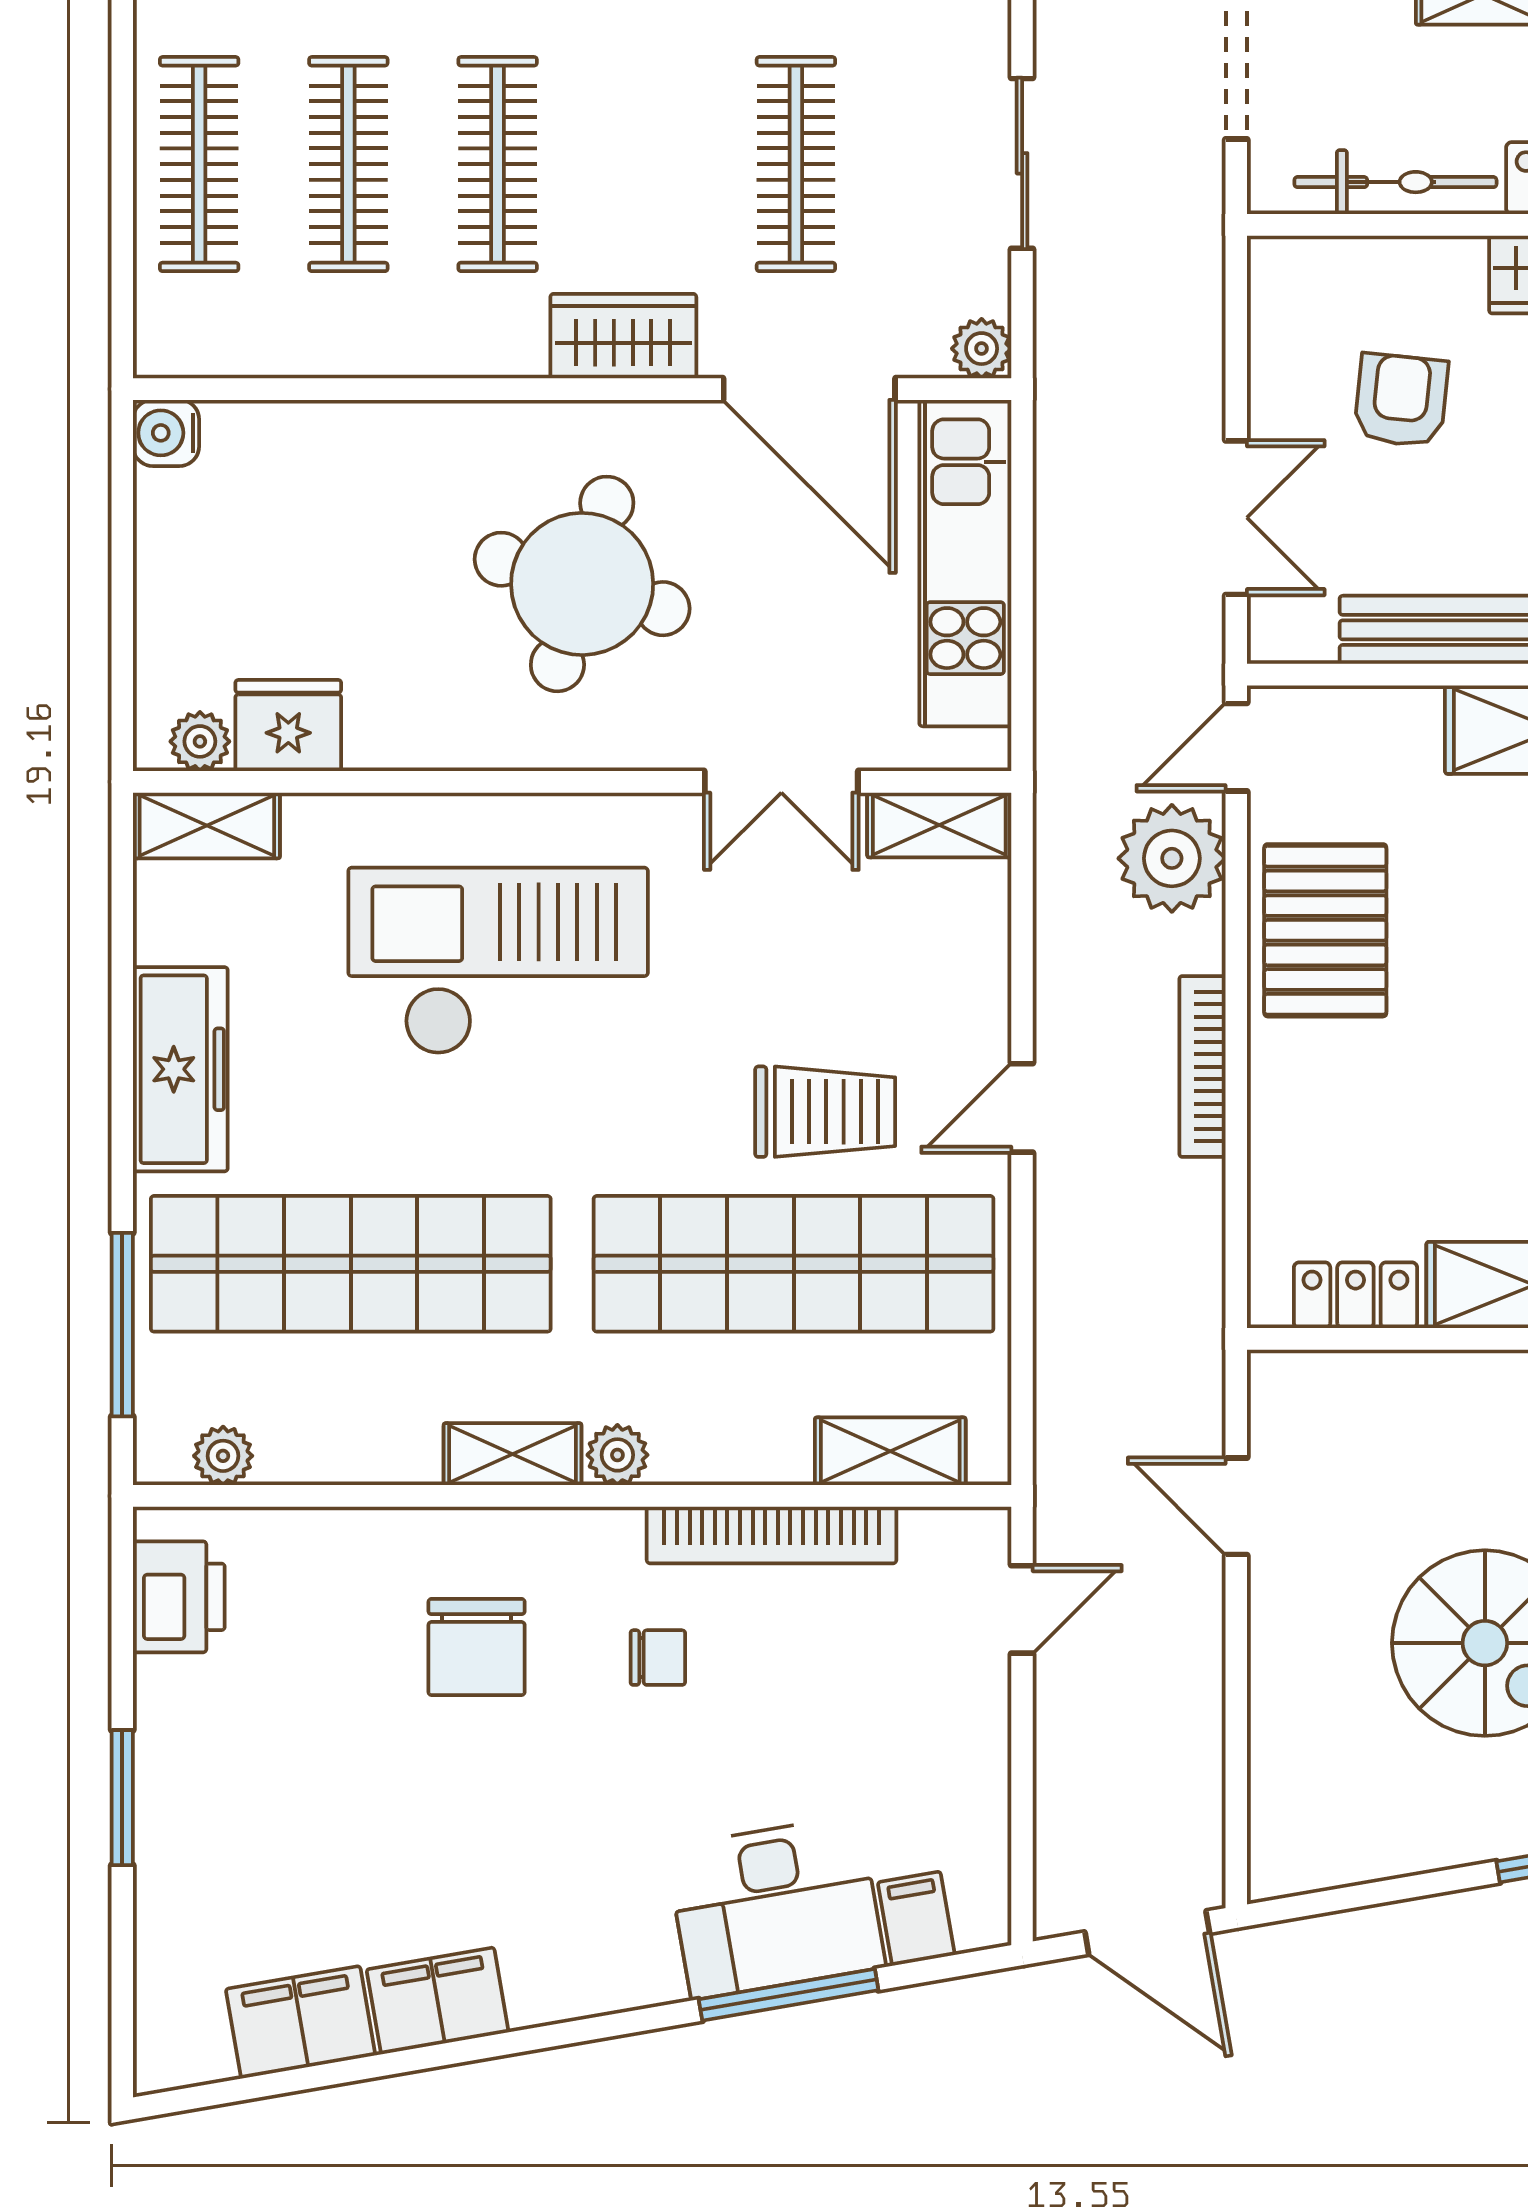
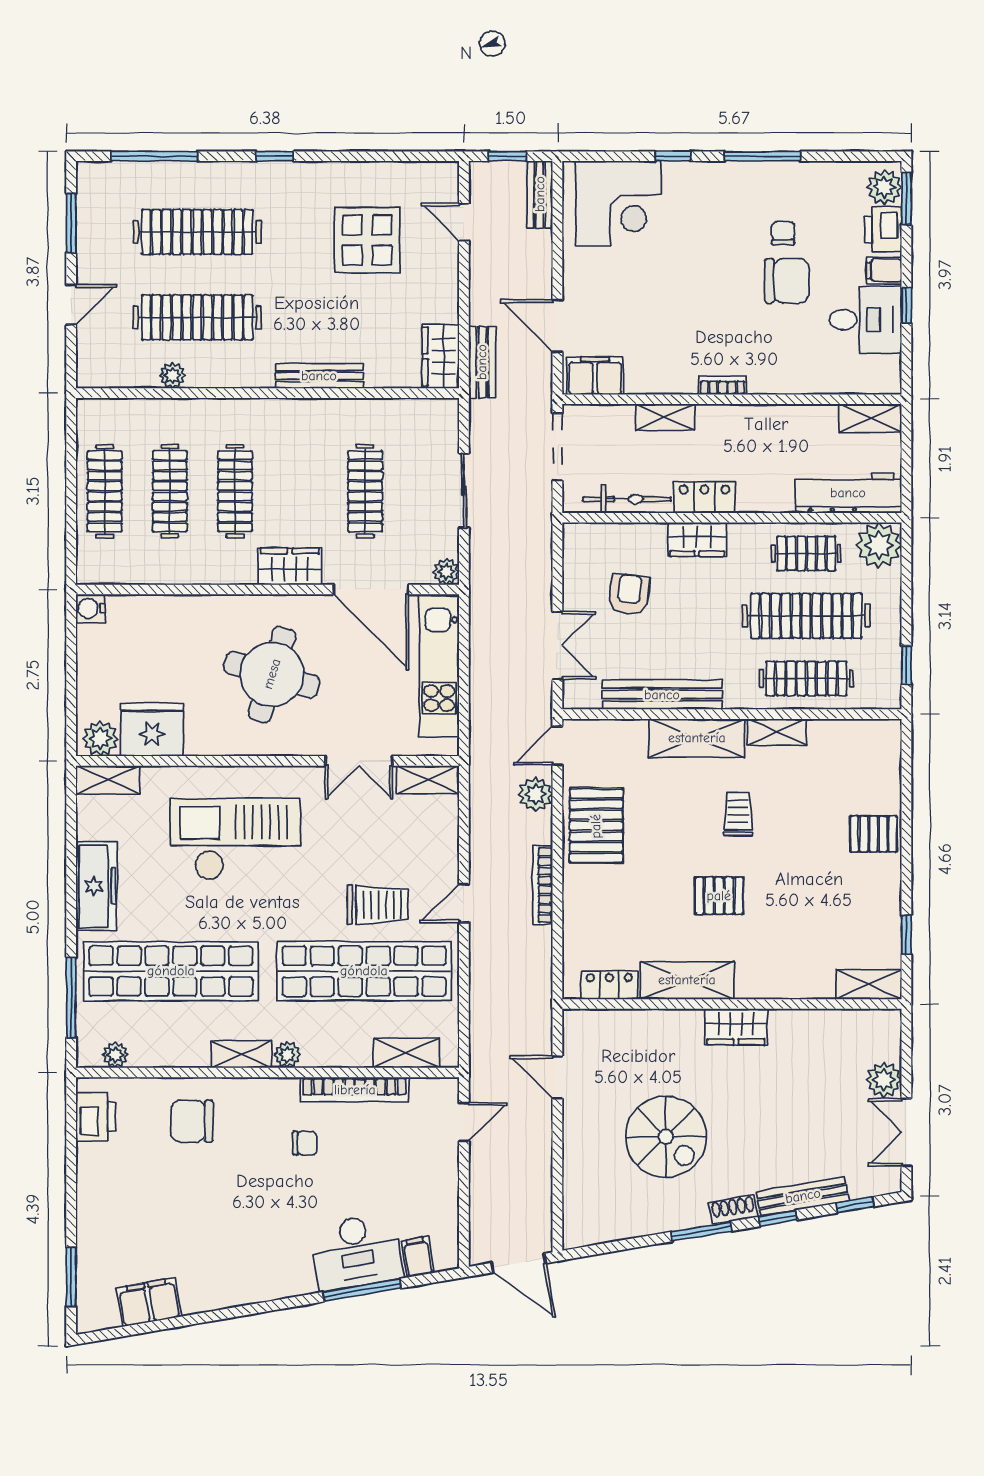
fridge: (288, 725) -> (152, 730), width x1.36, depth x1.34
plant: (200, 741) -> (100, 738), width x1.38, depth x1.38
plant: (1172, 858) -> (535, 794), width x0.73, depth x0.73
chair: (477, 1647) -> (192, 1121), moved, turned 90
window: (122, 1798) -> (71, 1277), moved
filing cabinet: (438, 2001) -> (209, 1293), removed

